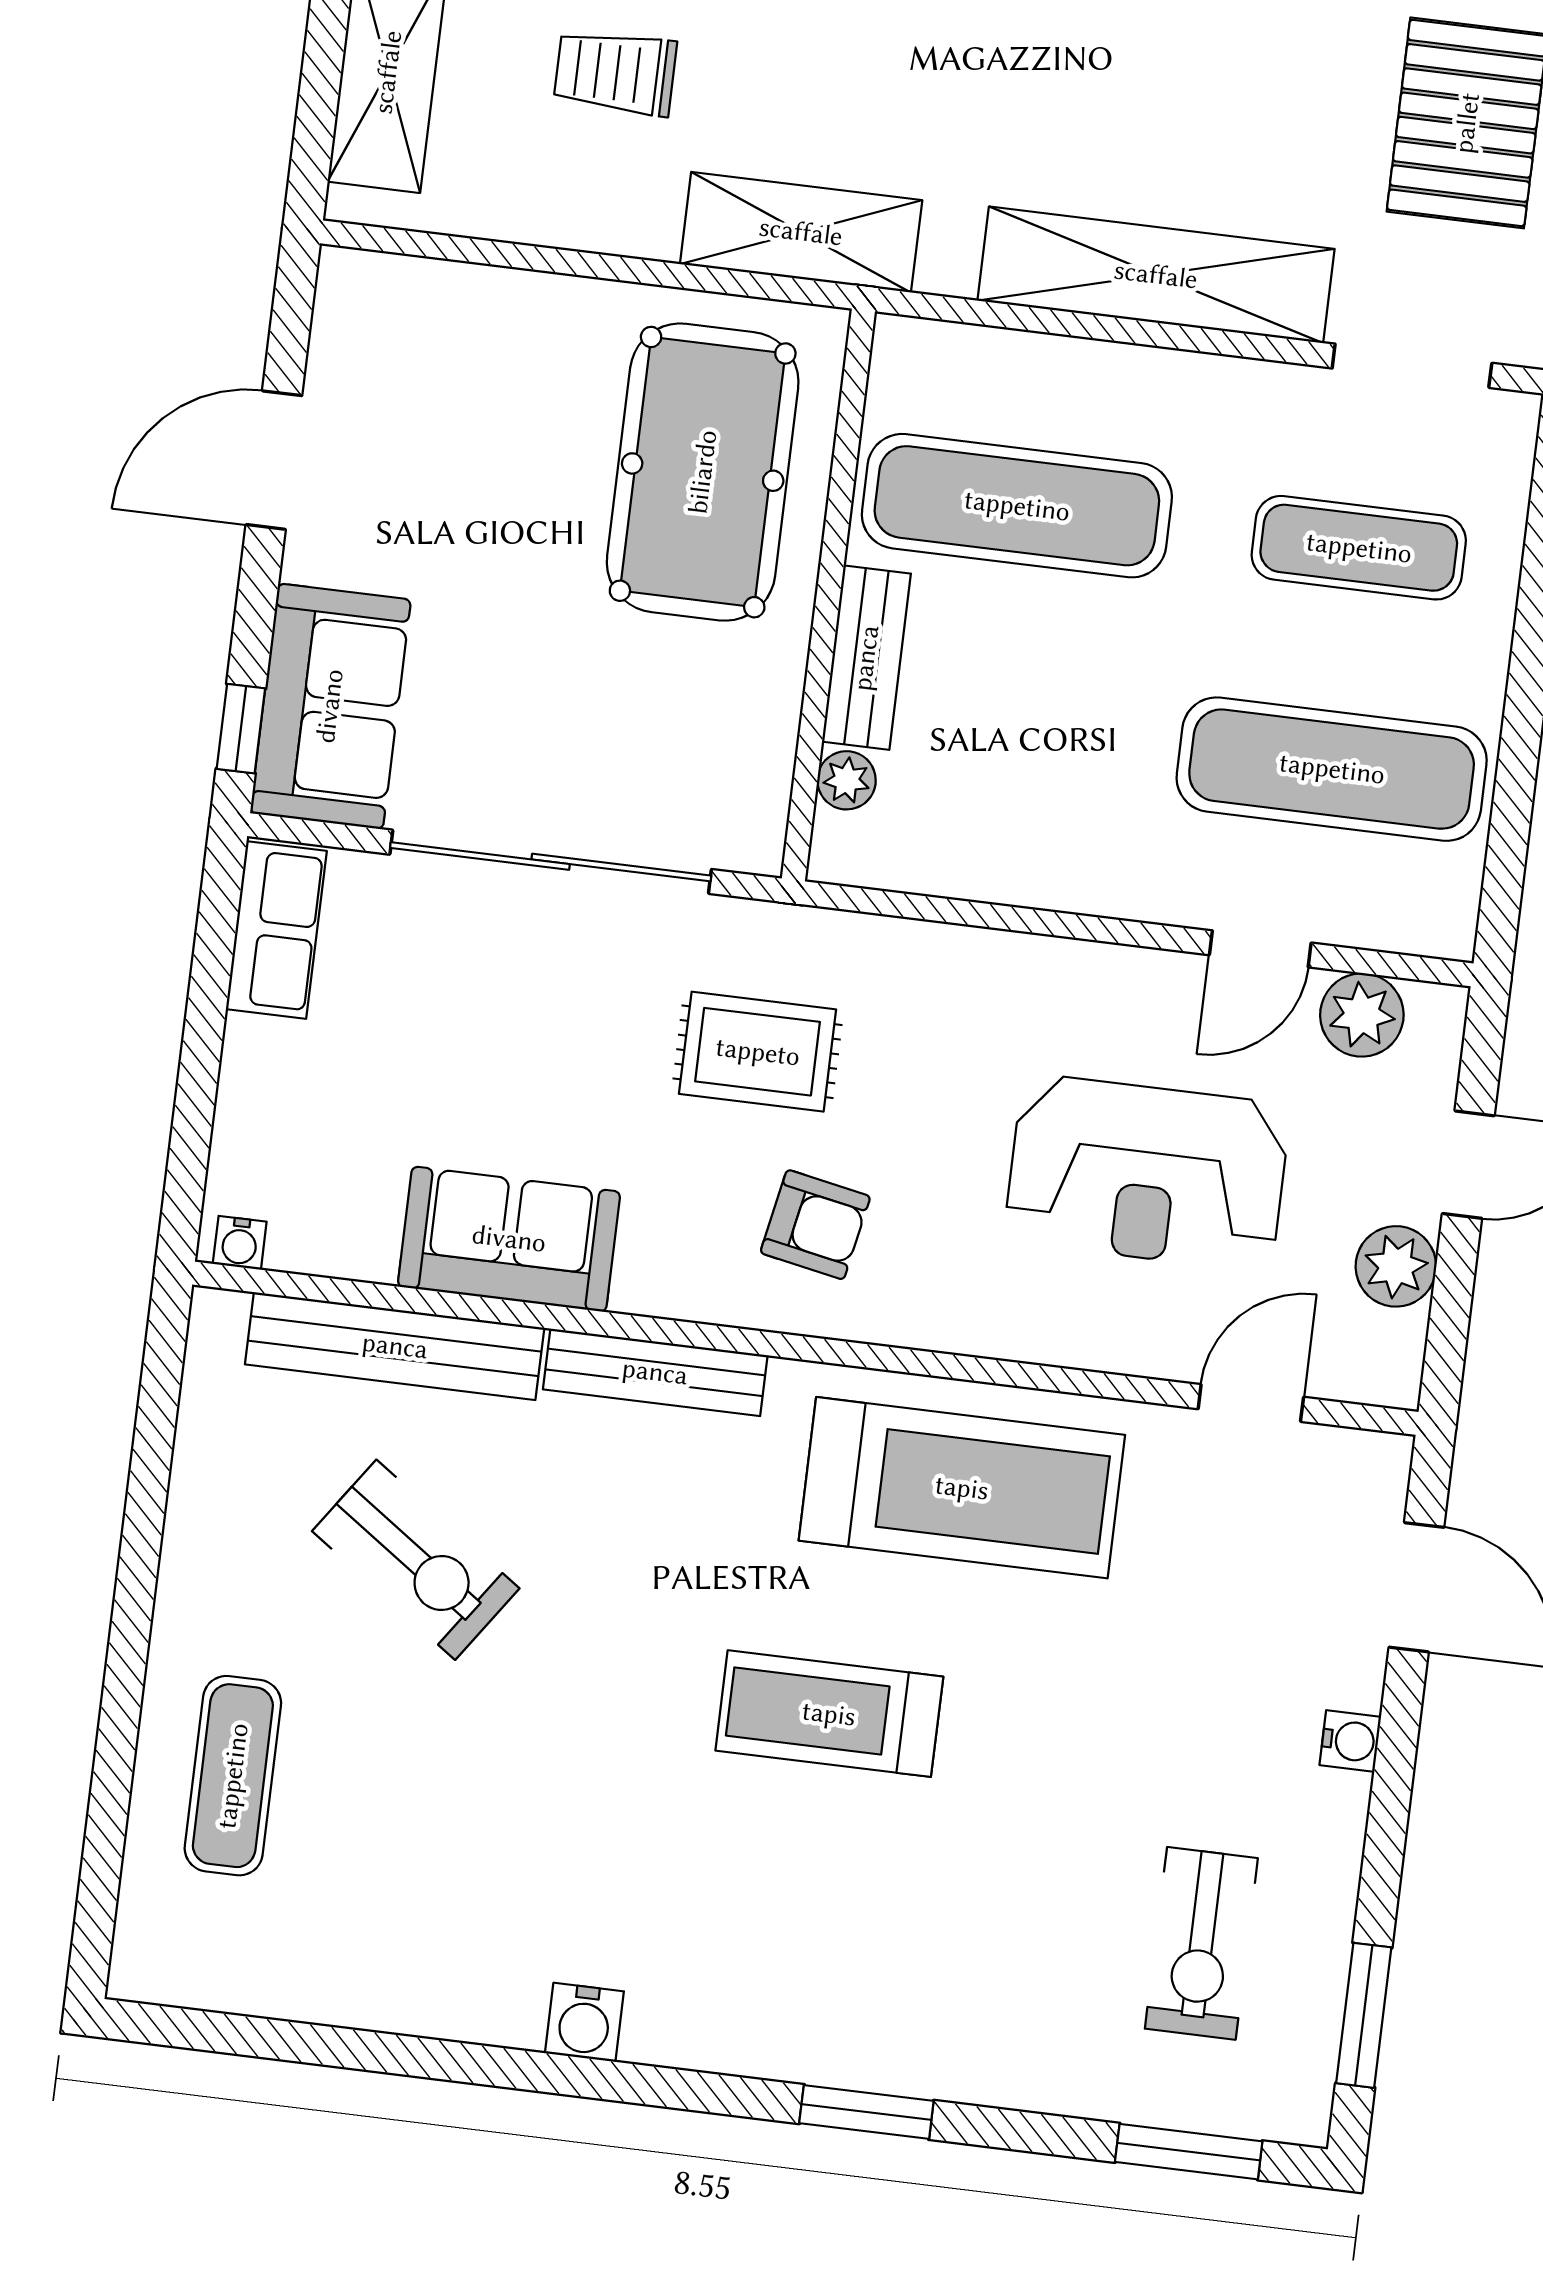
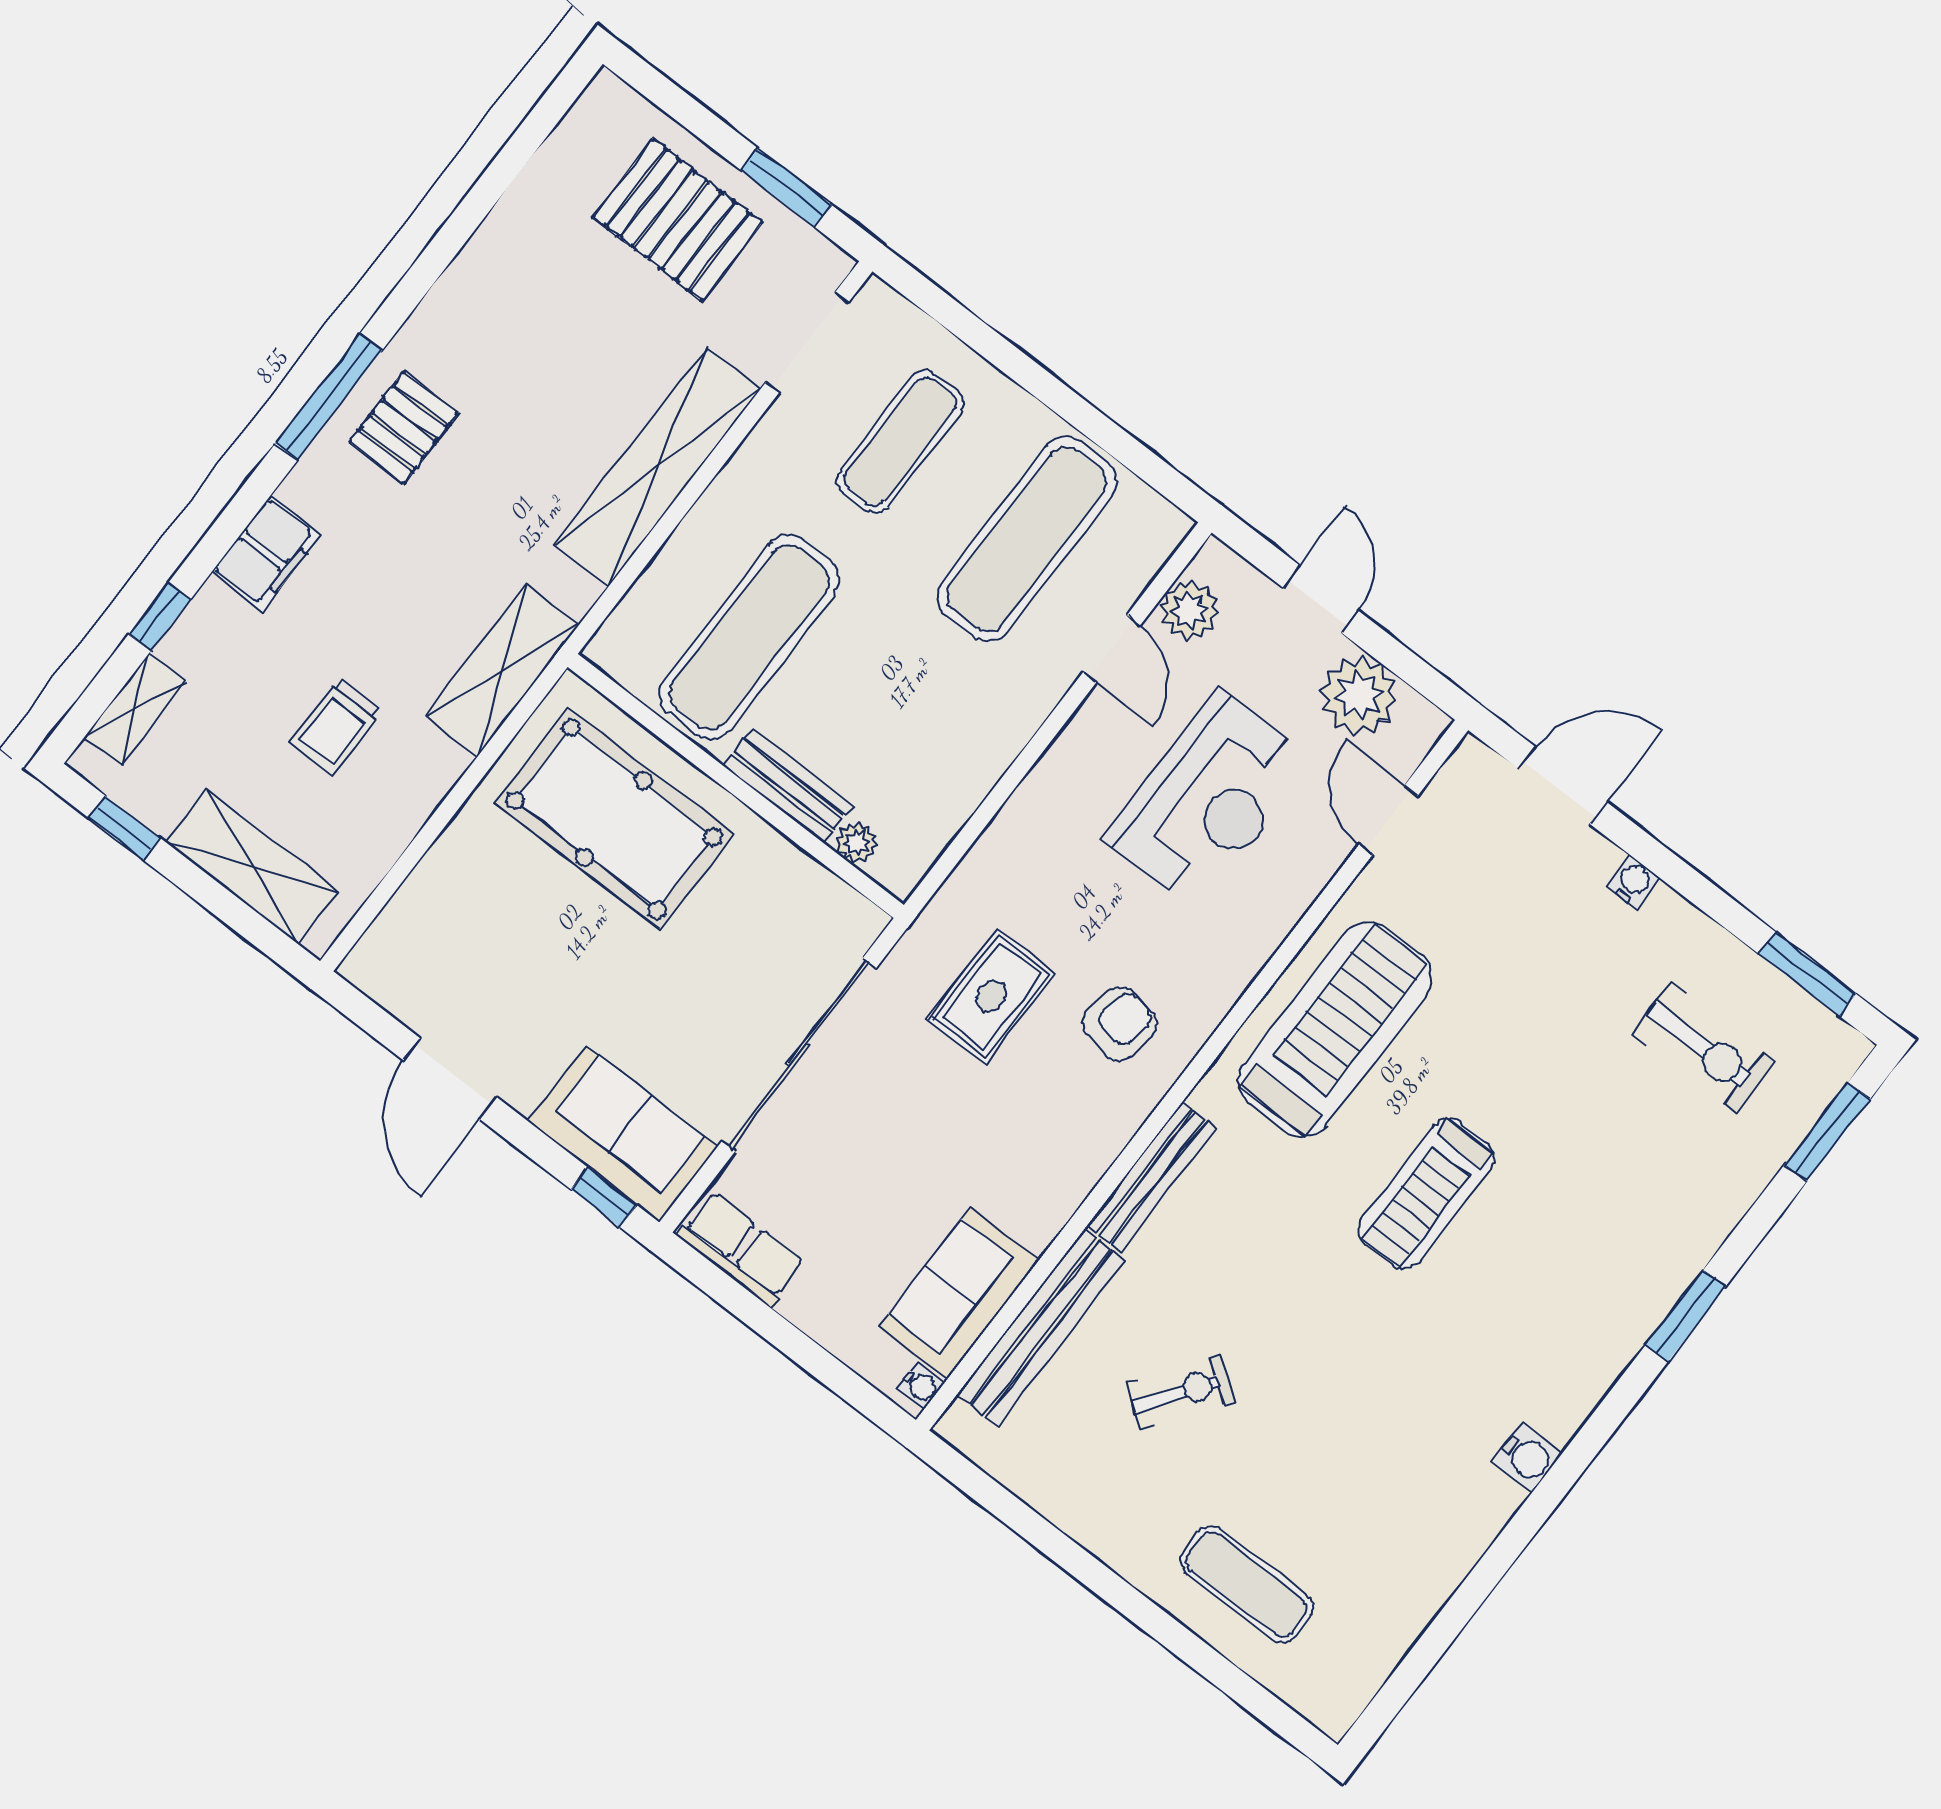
sofa: (509, 1239) -> (959, 1293), moved
plant: (1396, 1266) -> (1359, 696), width x1.36, depth x1.36
exercise bike: (416, 1560) -> (1180, 1393), width x0.73, depth x0.72

